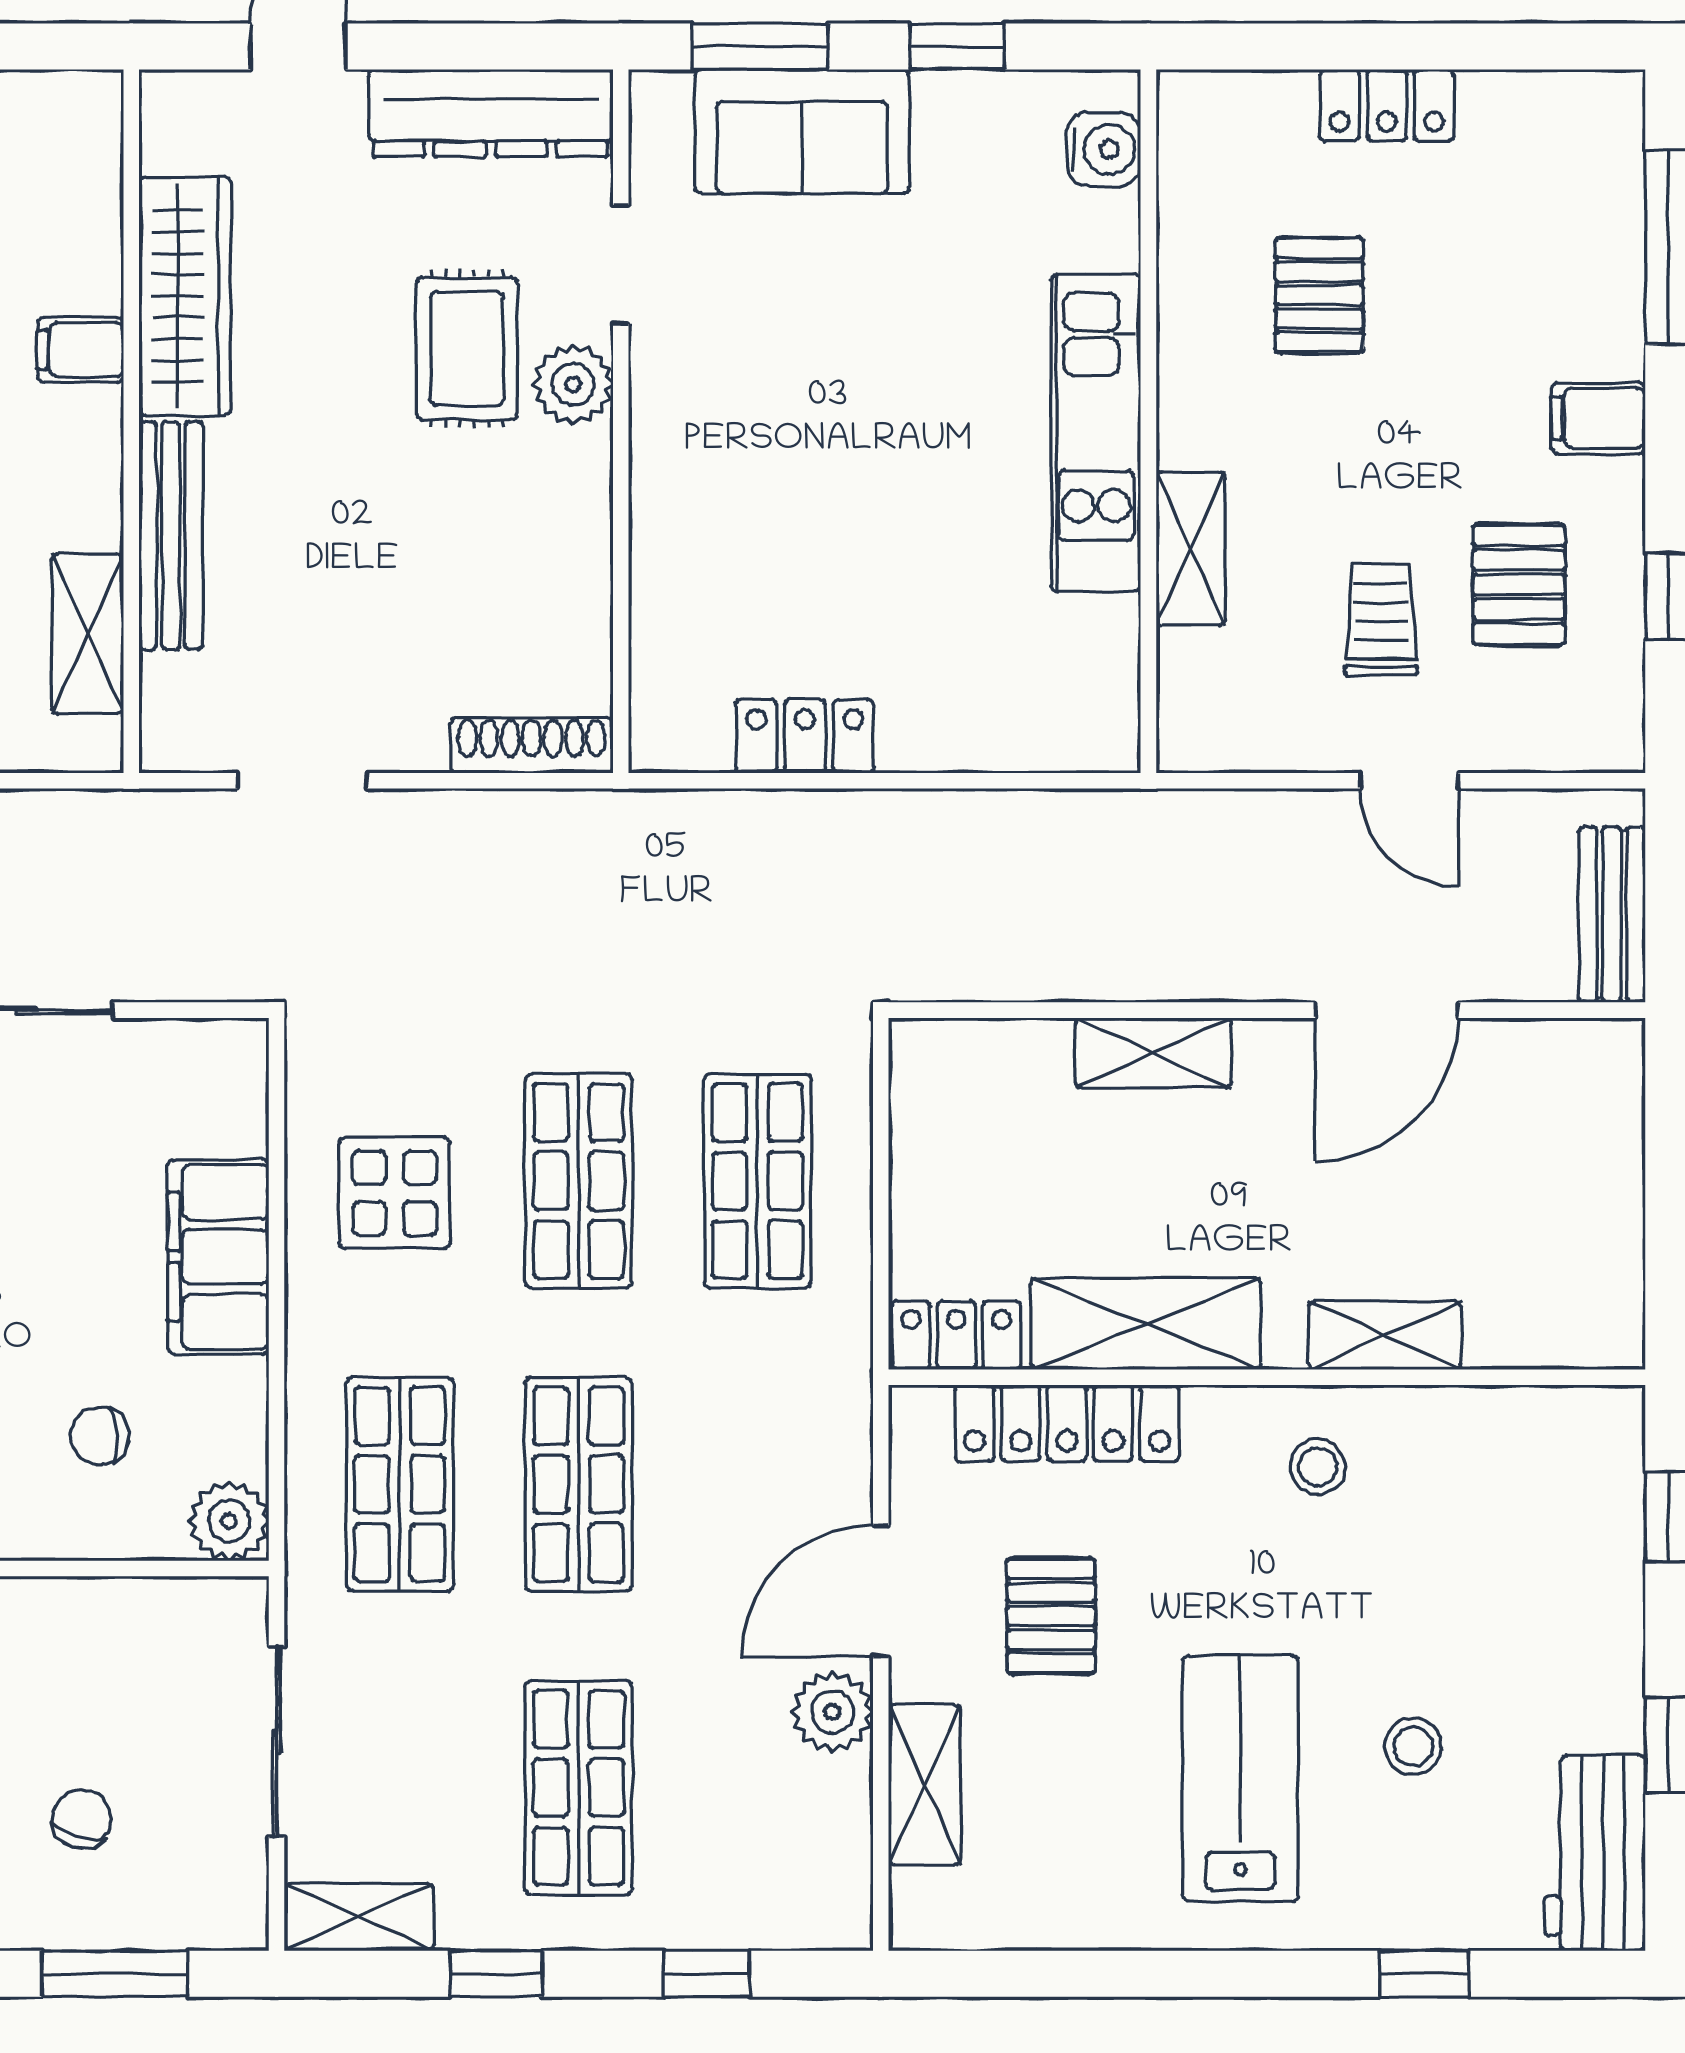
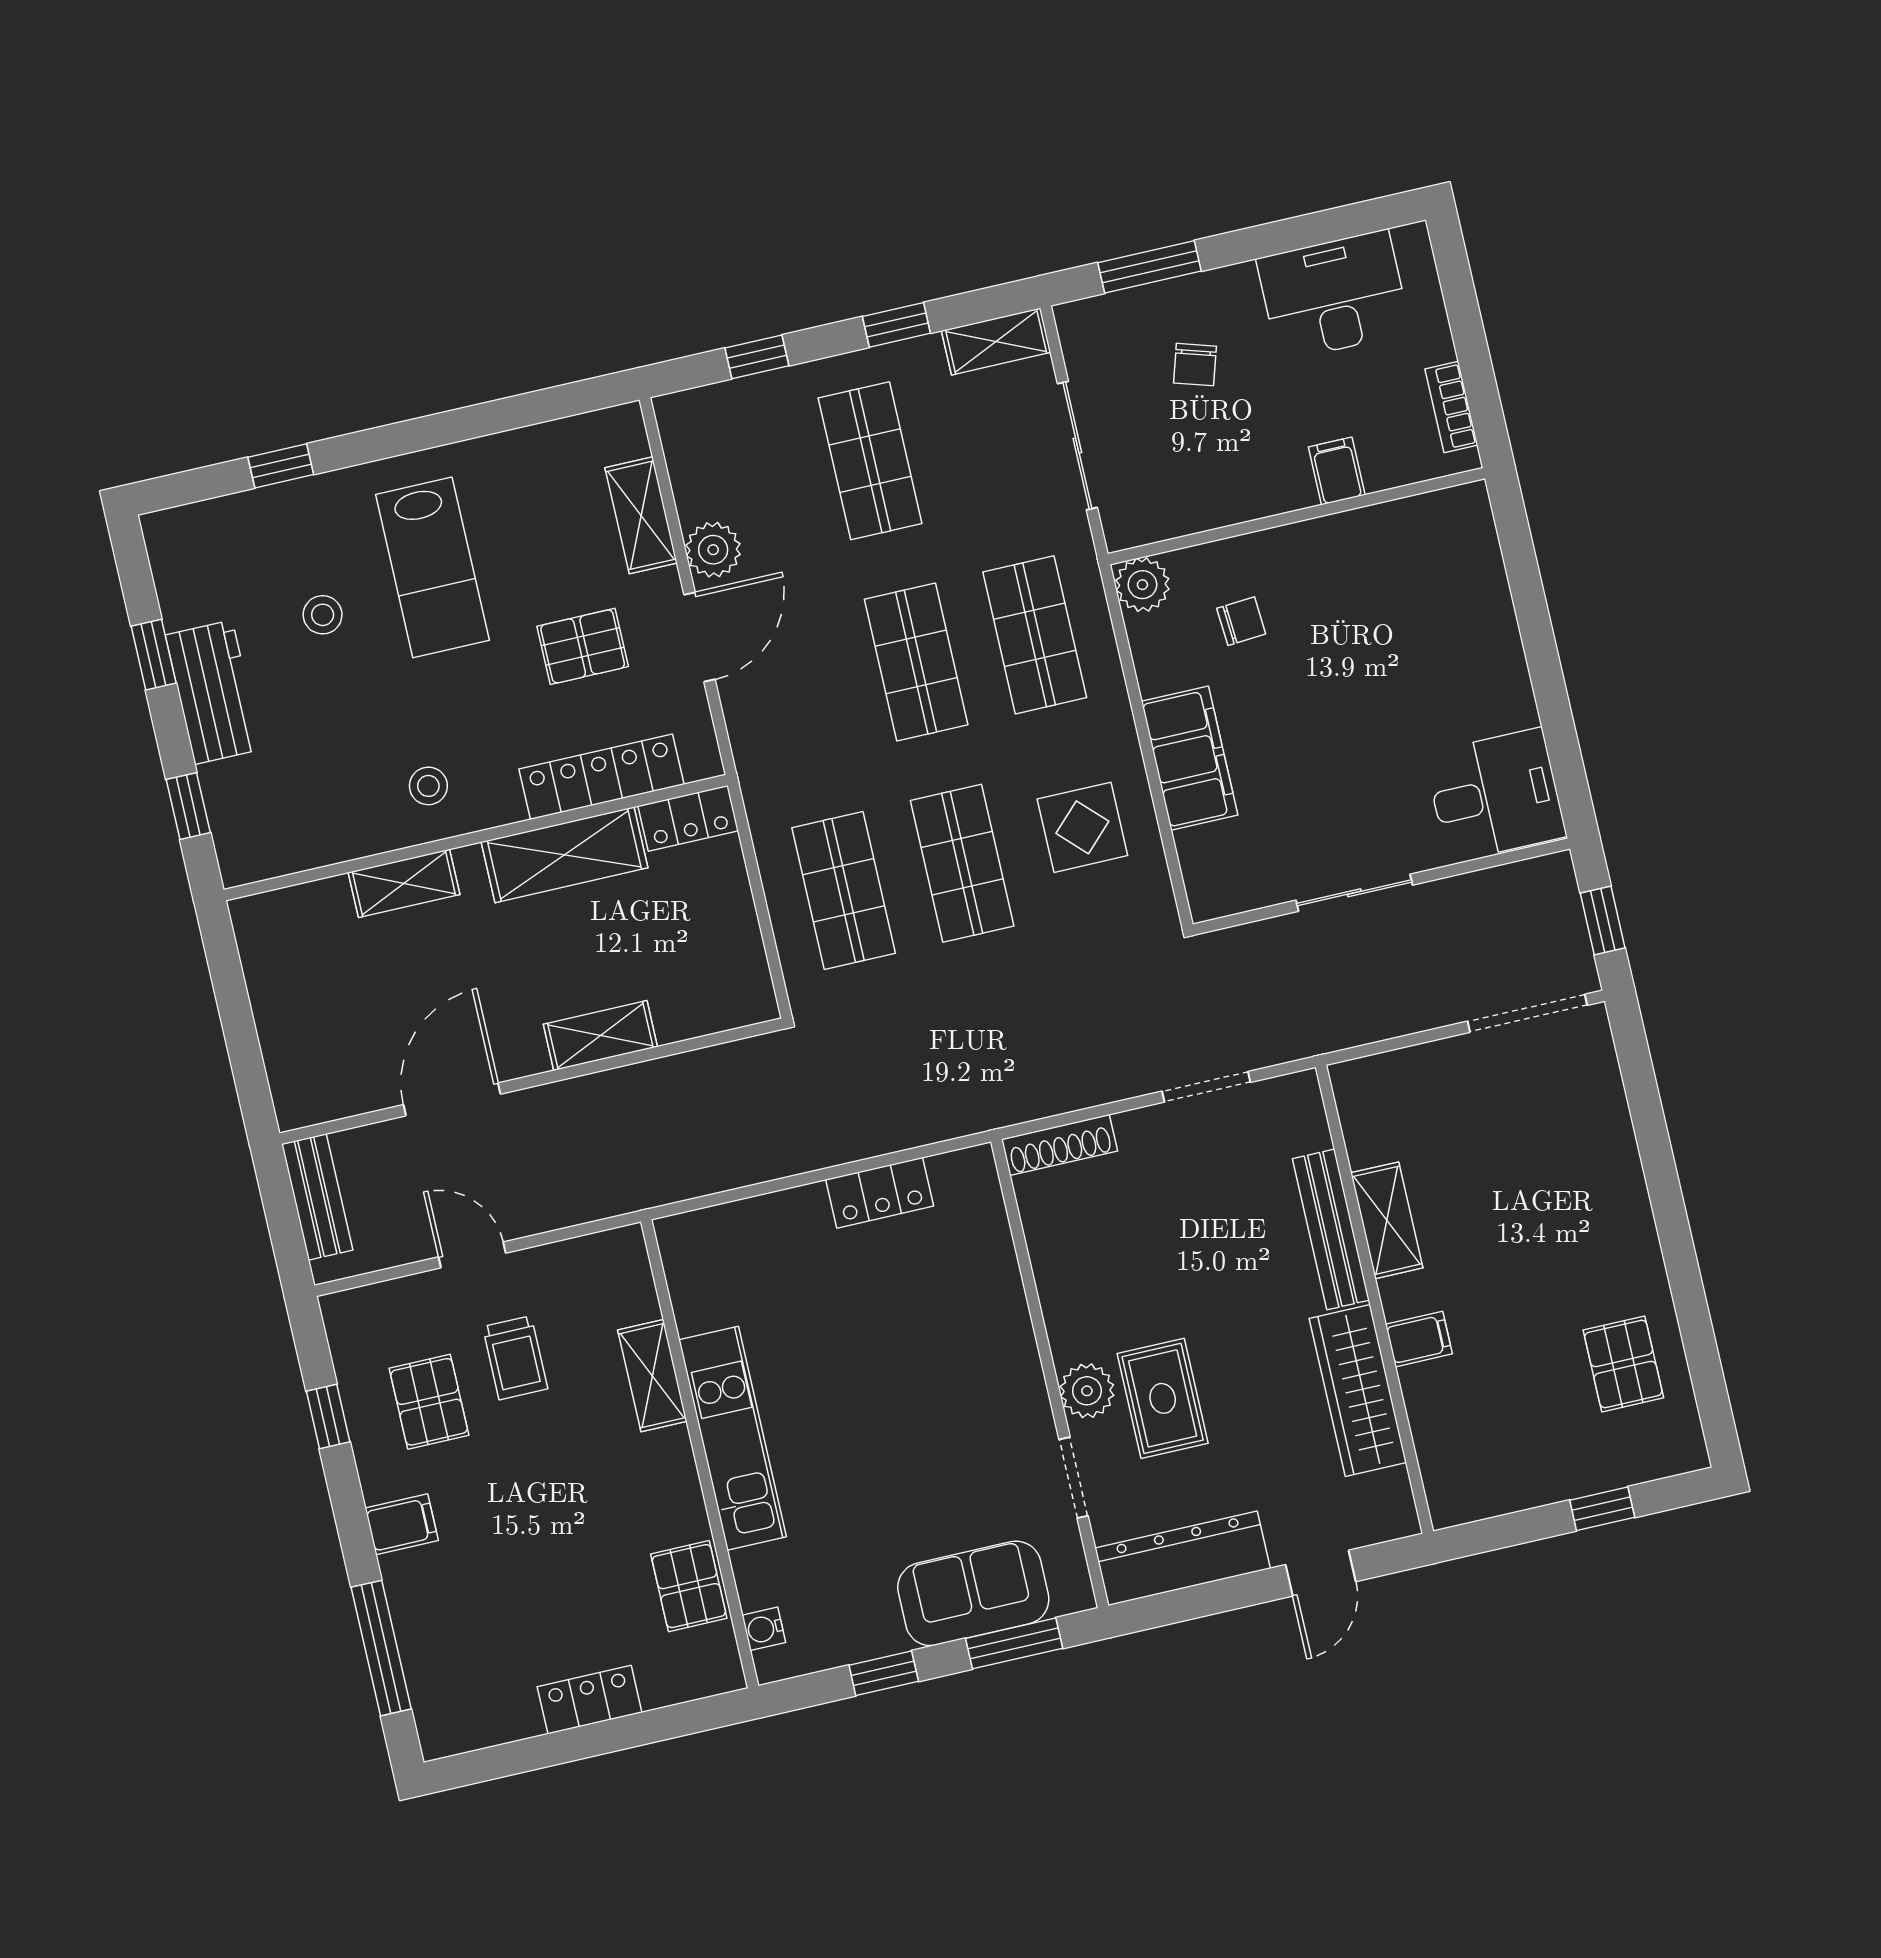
water cooler: (1104, 149) -> (764, 1629), width x0.72, depth x0.72
pallet: (1319, 295) -> (689, 1586), moved
shelving: (88, 634) -> (1387, 1220), moved
pallet: (1051, 1616) -> (583, 646), turned 90
workbench: (1595, 1853) -> (213, 692), moved

